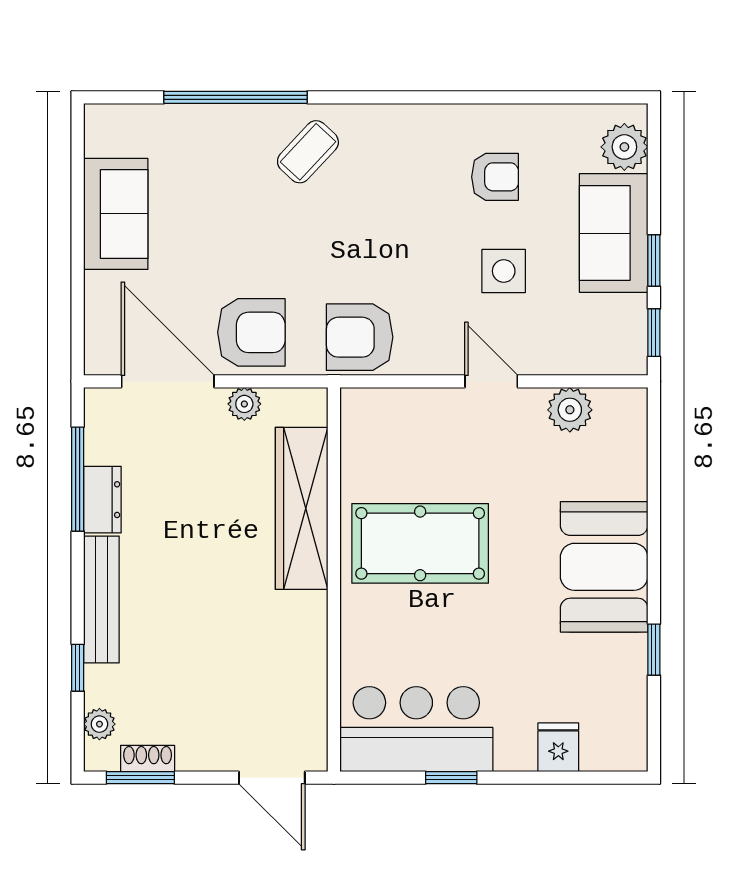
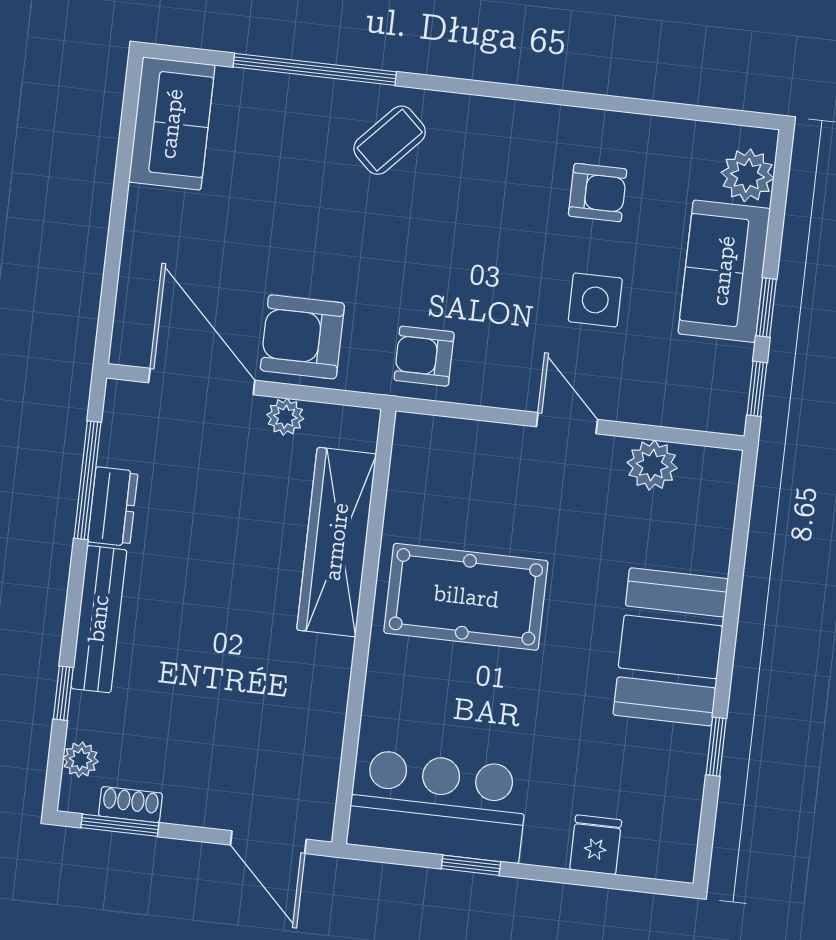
sofa: (116, 214) -> (172, 124), moved
armchair: (251, 332) -> (302, 337), turned 180
armchair: (360, 337) -> (424, 356), width x0.72, depth x0.72

